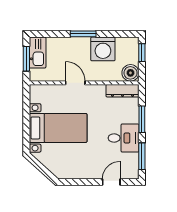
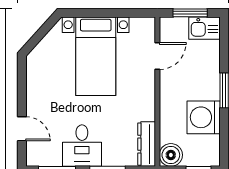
kitchen sink: (38, 53) -> (204, 28), width x0.73
door: (75, 83) -> (157, 56), moved

